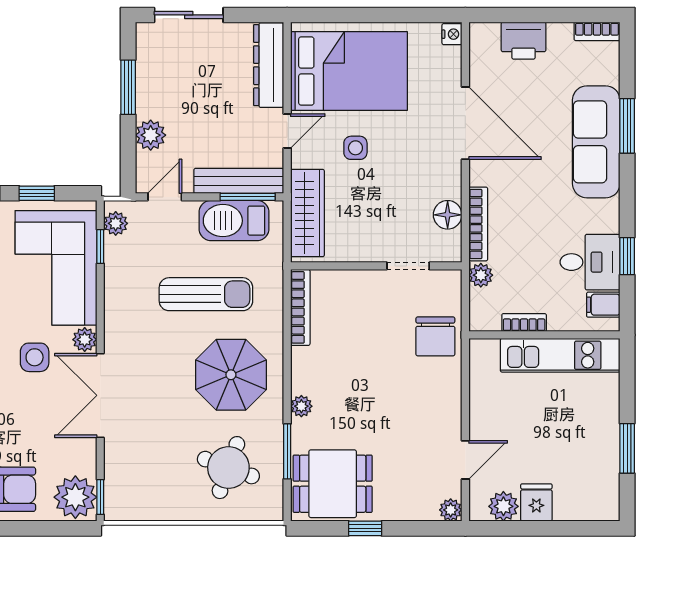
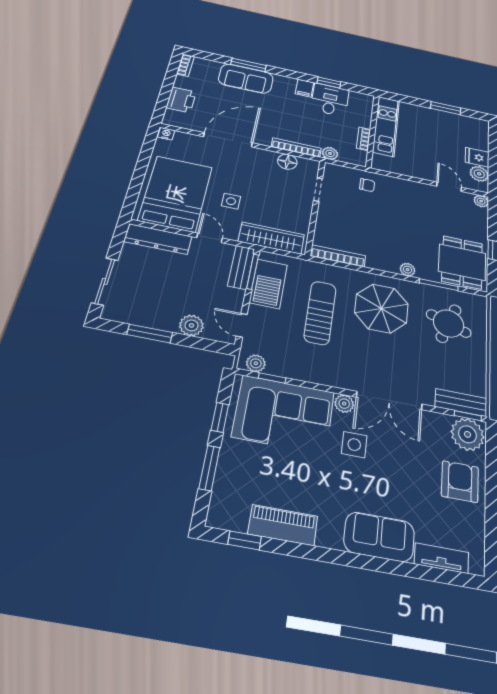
sofa: (596, 142) -> (246, 79), width x0.73
bench: (239, 181) -> (241, 267), width x0.73
filing cabinet: (603, 305) -> (304, 88), moved
chair: (435, 336) -> (367, 185), width x0.54, depth x0.54
bench: (116, 488) -> (461, 403), added

